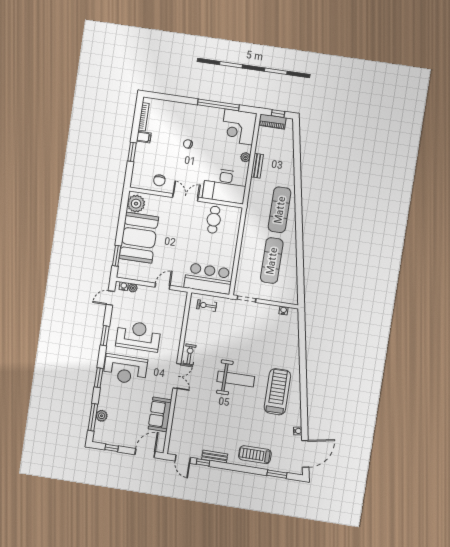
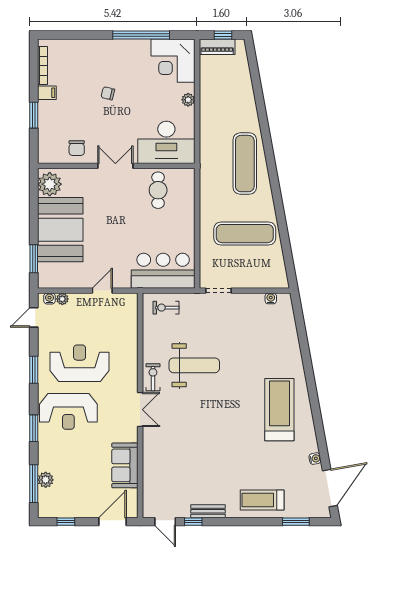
bench: (257, 166) -> (206, 109), removed
exercise mat: (272, 261) -> (245, 234), turned 90
weight bench: (236, 379) -> (194, 365), moved

